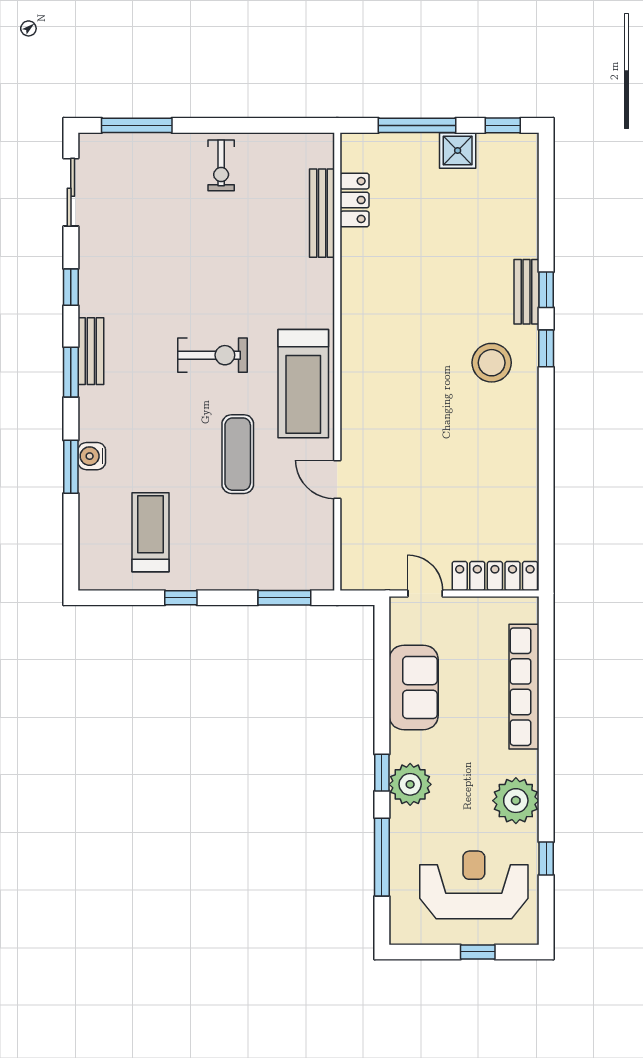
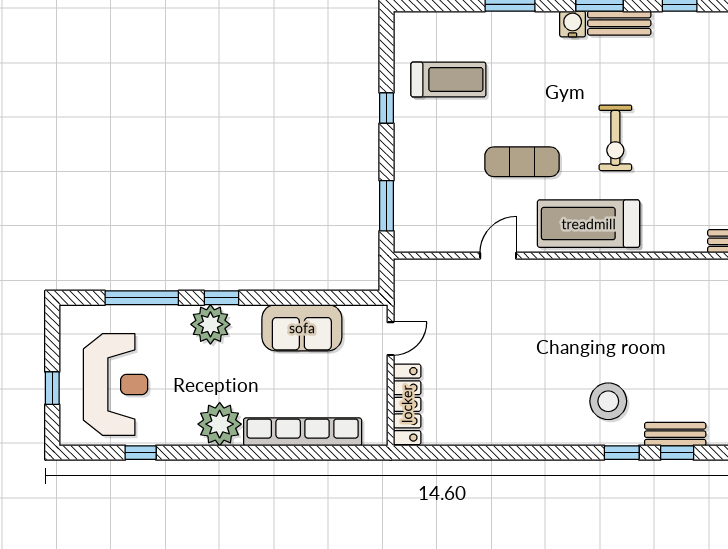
water cooler: (92, 456) -> (573, 24), moved
plant: (516, 801) -> (220, 424), moved

